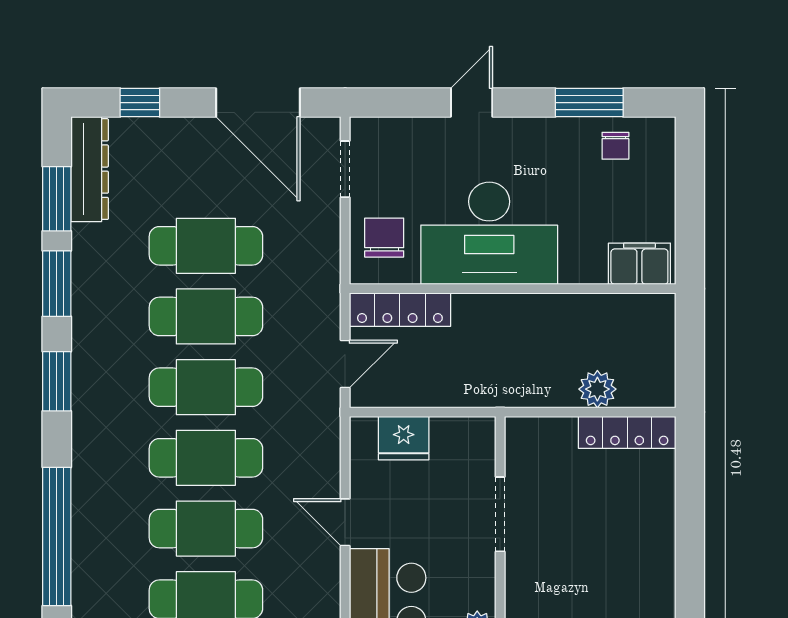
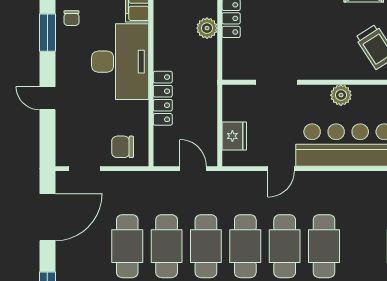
chair: (615, 146) -> (71, 18), turned 90
desk: (489, 233) -> (120, 62), moved
locker: (400, 310) -> (163, 98), moved

